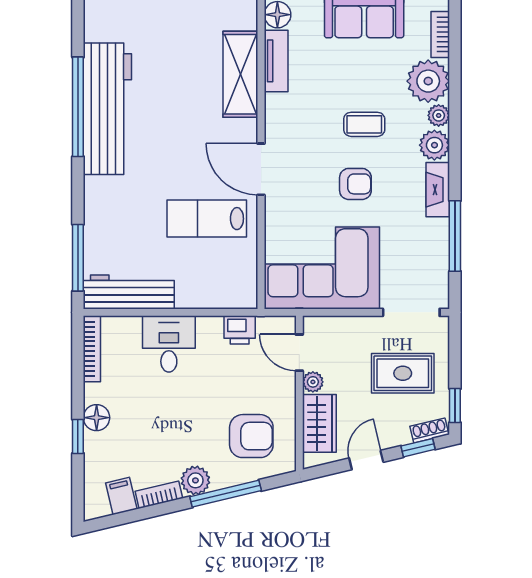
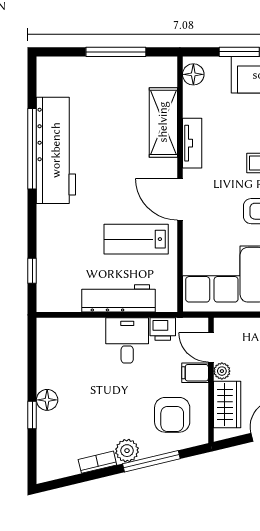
tv unit: (276, 61) -> (192, 143), moved
window: (78, 258) -> (32, 271), width x0.46
workbench: (129, 292) -> (118, 298), moved
desk: (169, 344) -> (127, 340), moved
bookcase: (92, 349) -> (43, 344), removed
armchair: (251, 436) -> (172, 415), turned 90
filing cabinet: (121, 496) -> (195, 373), moved, turned -77

